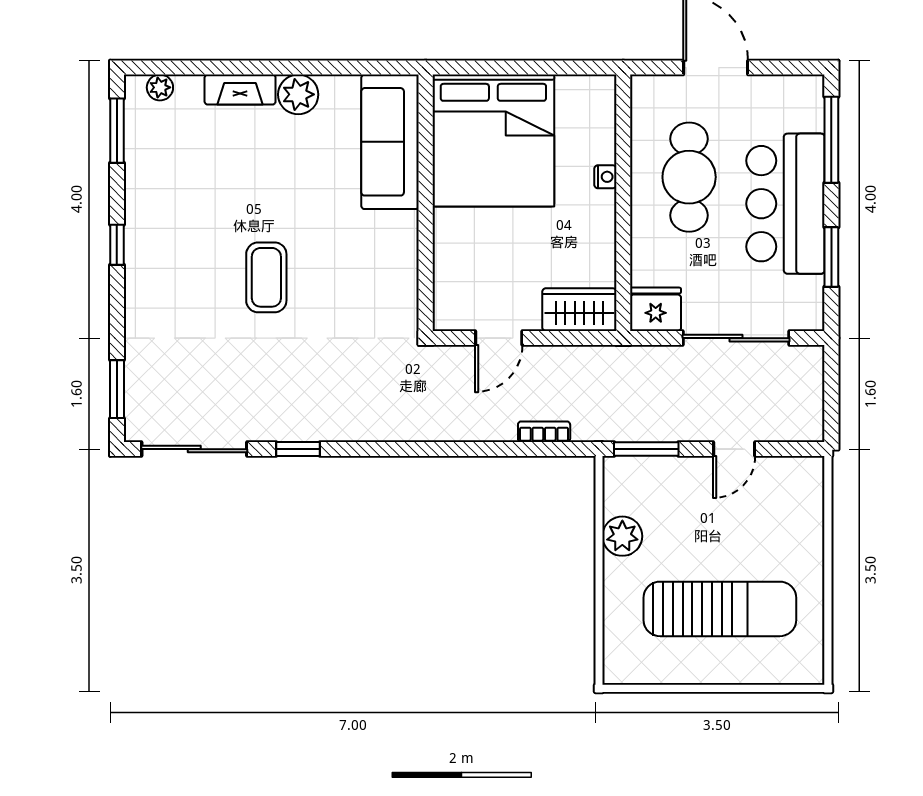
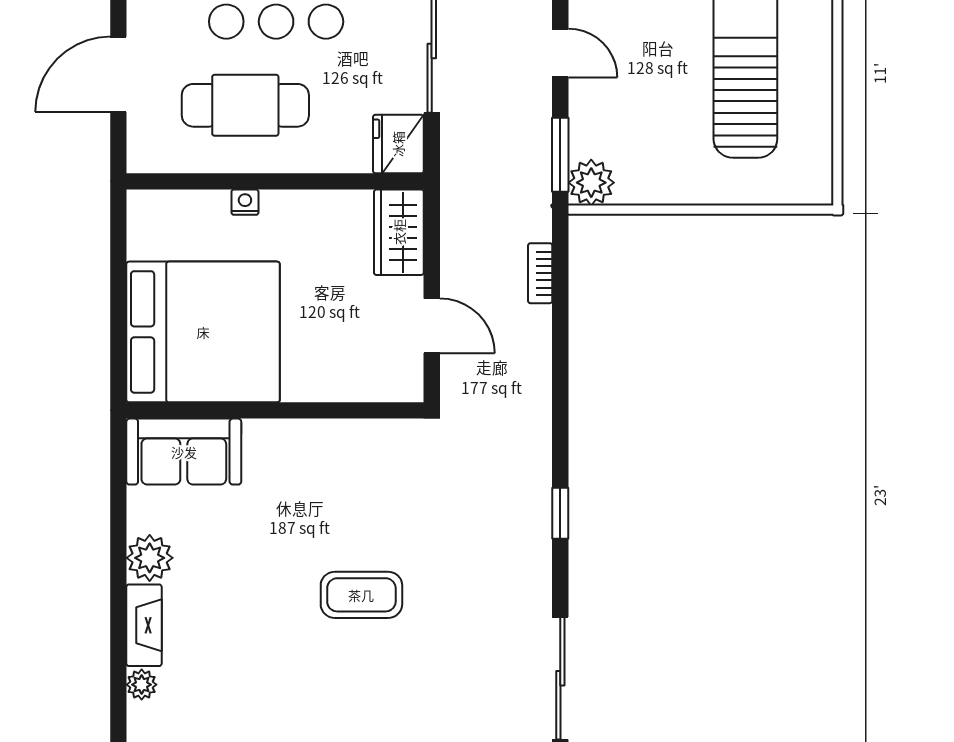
plant: (160, 87) -> (142, 685), moved
sofa: (390, 142) -> (184, 452), width x0.73
window: (298, 449) -> (560, 513), moved
plant: (622, 536) -> (591, 183), moved

